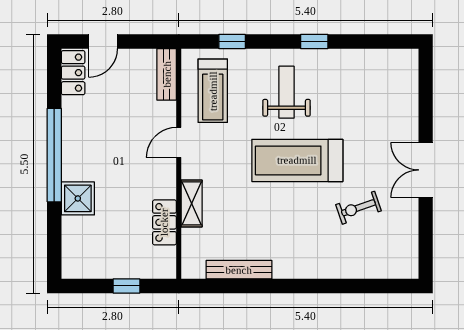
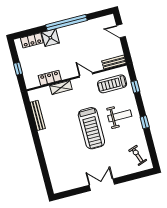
locker: (73, 73) -> (32, 40), moved
treadmill: (297, 160) -> (91, 128), turned 180
exercise bike: (358, 208) -> (138, 155), moved

